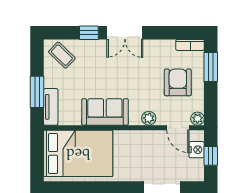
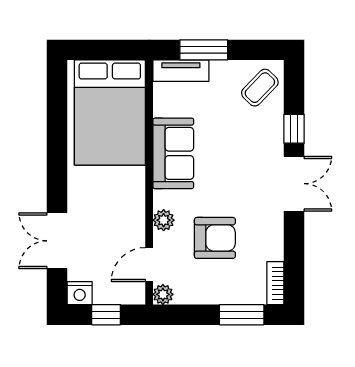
double door: (125, 33) -> (294, 184), swing flipped
armchair: (178, 82) -> (215, 238), moved
nightstand: (197, 150) -> (80, 293), moved

